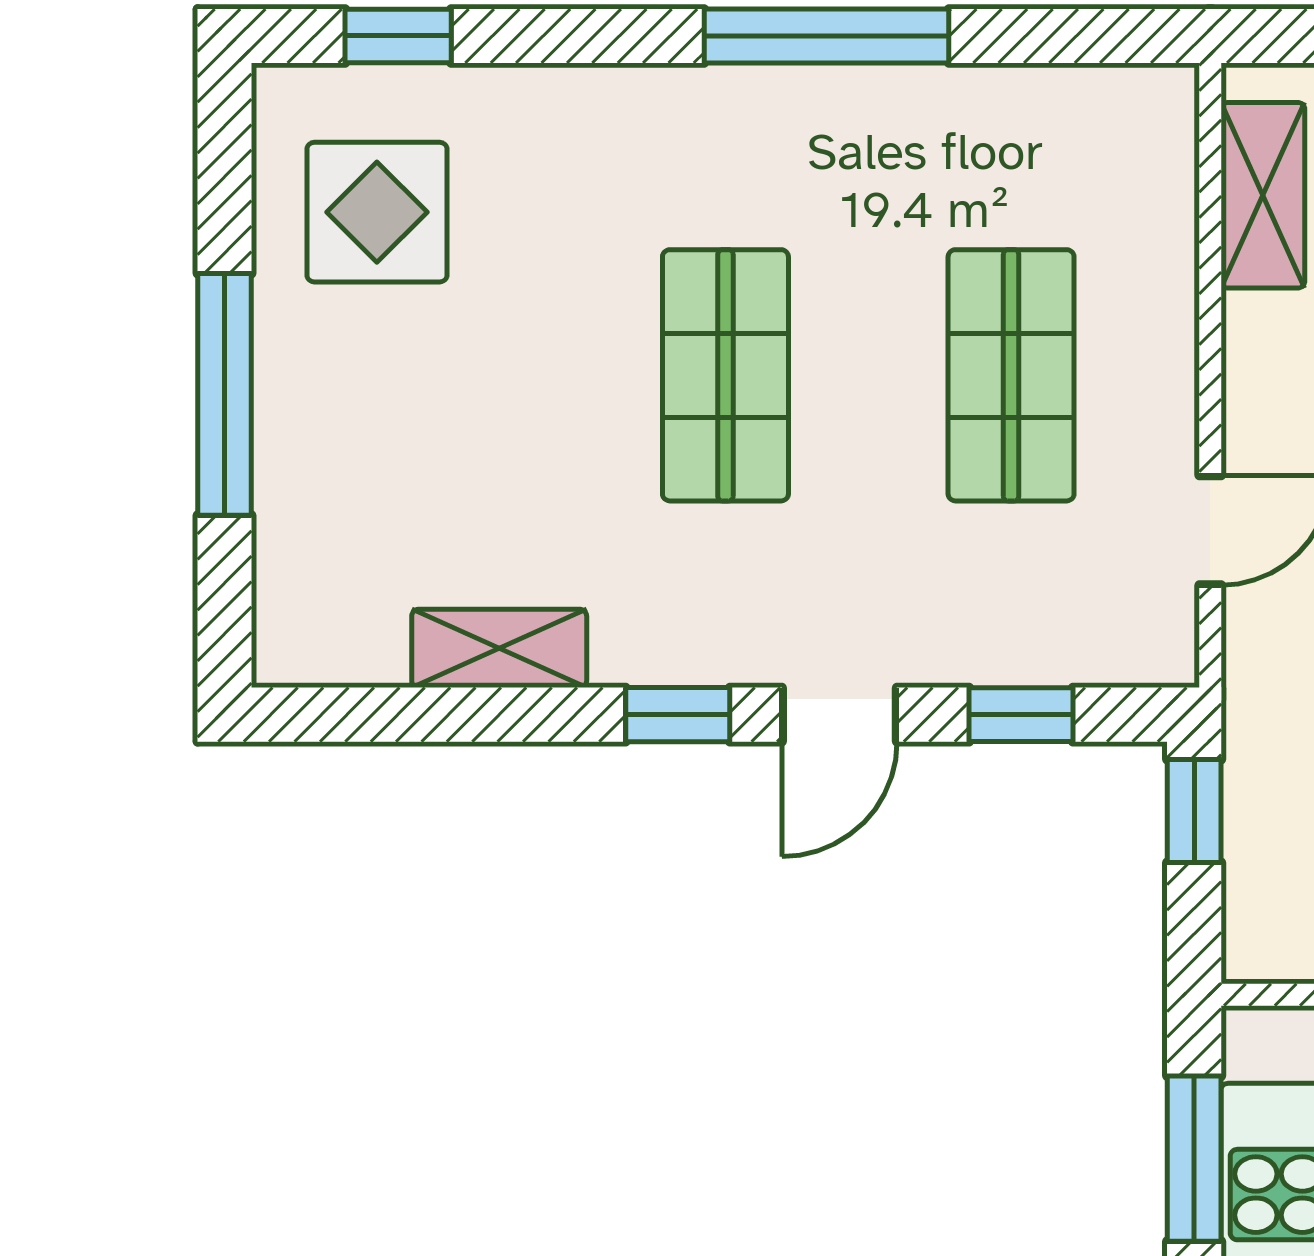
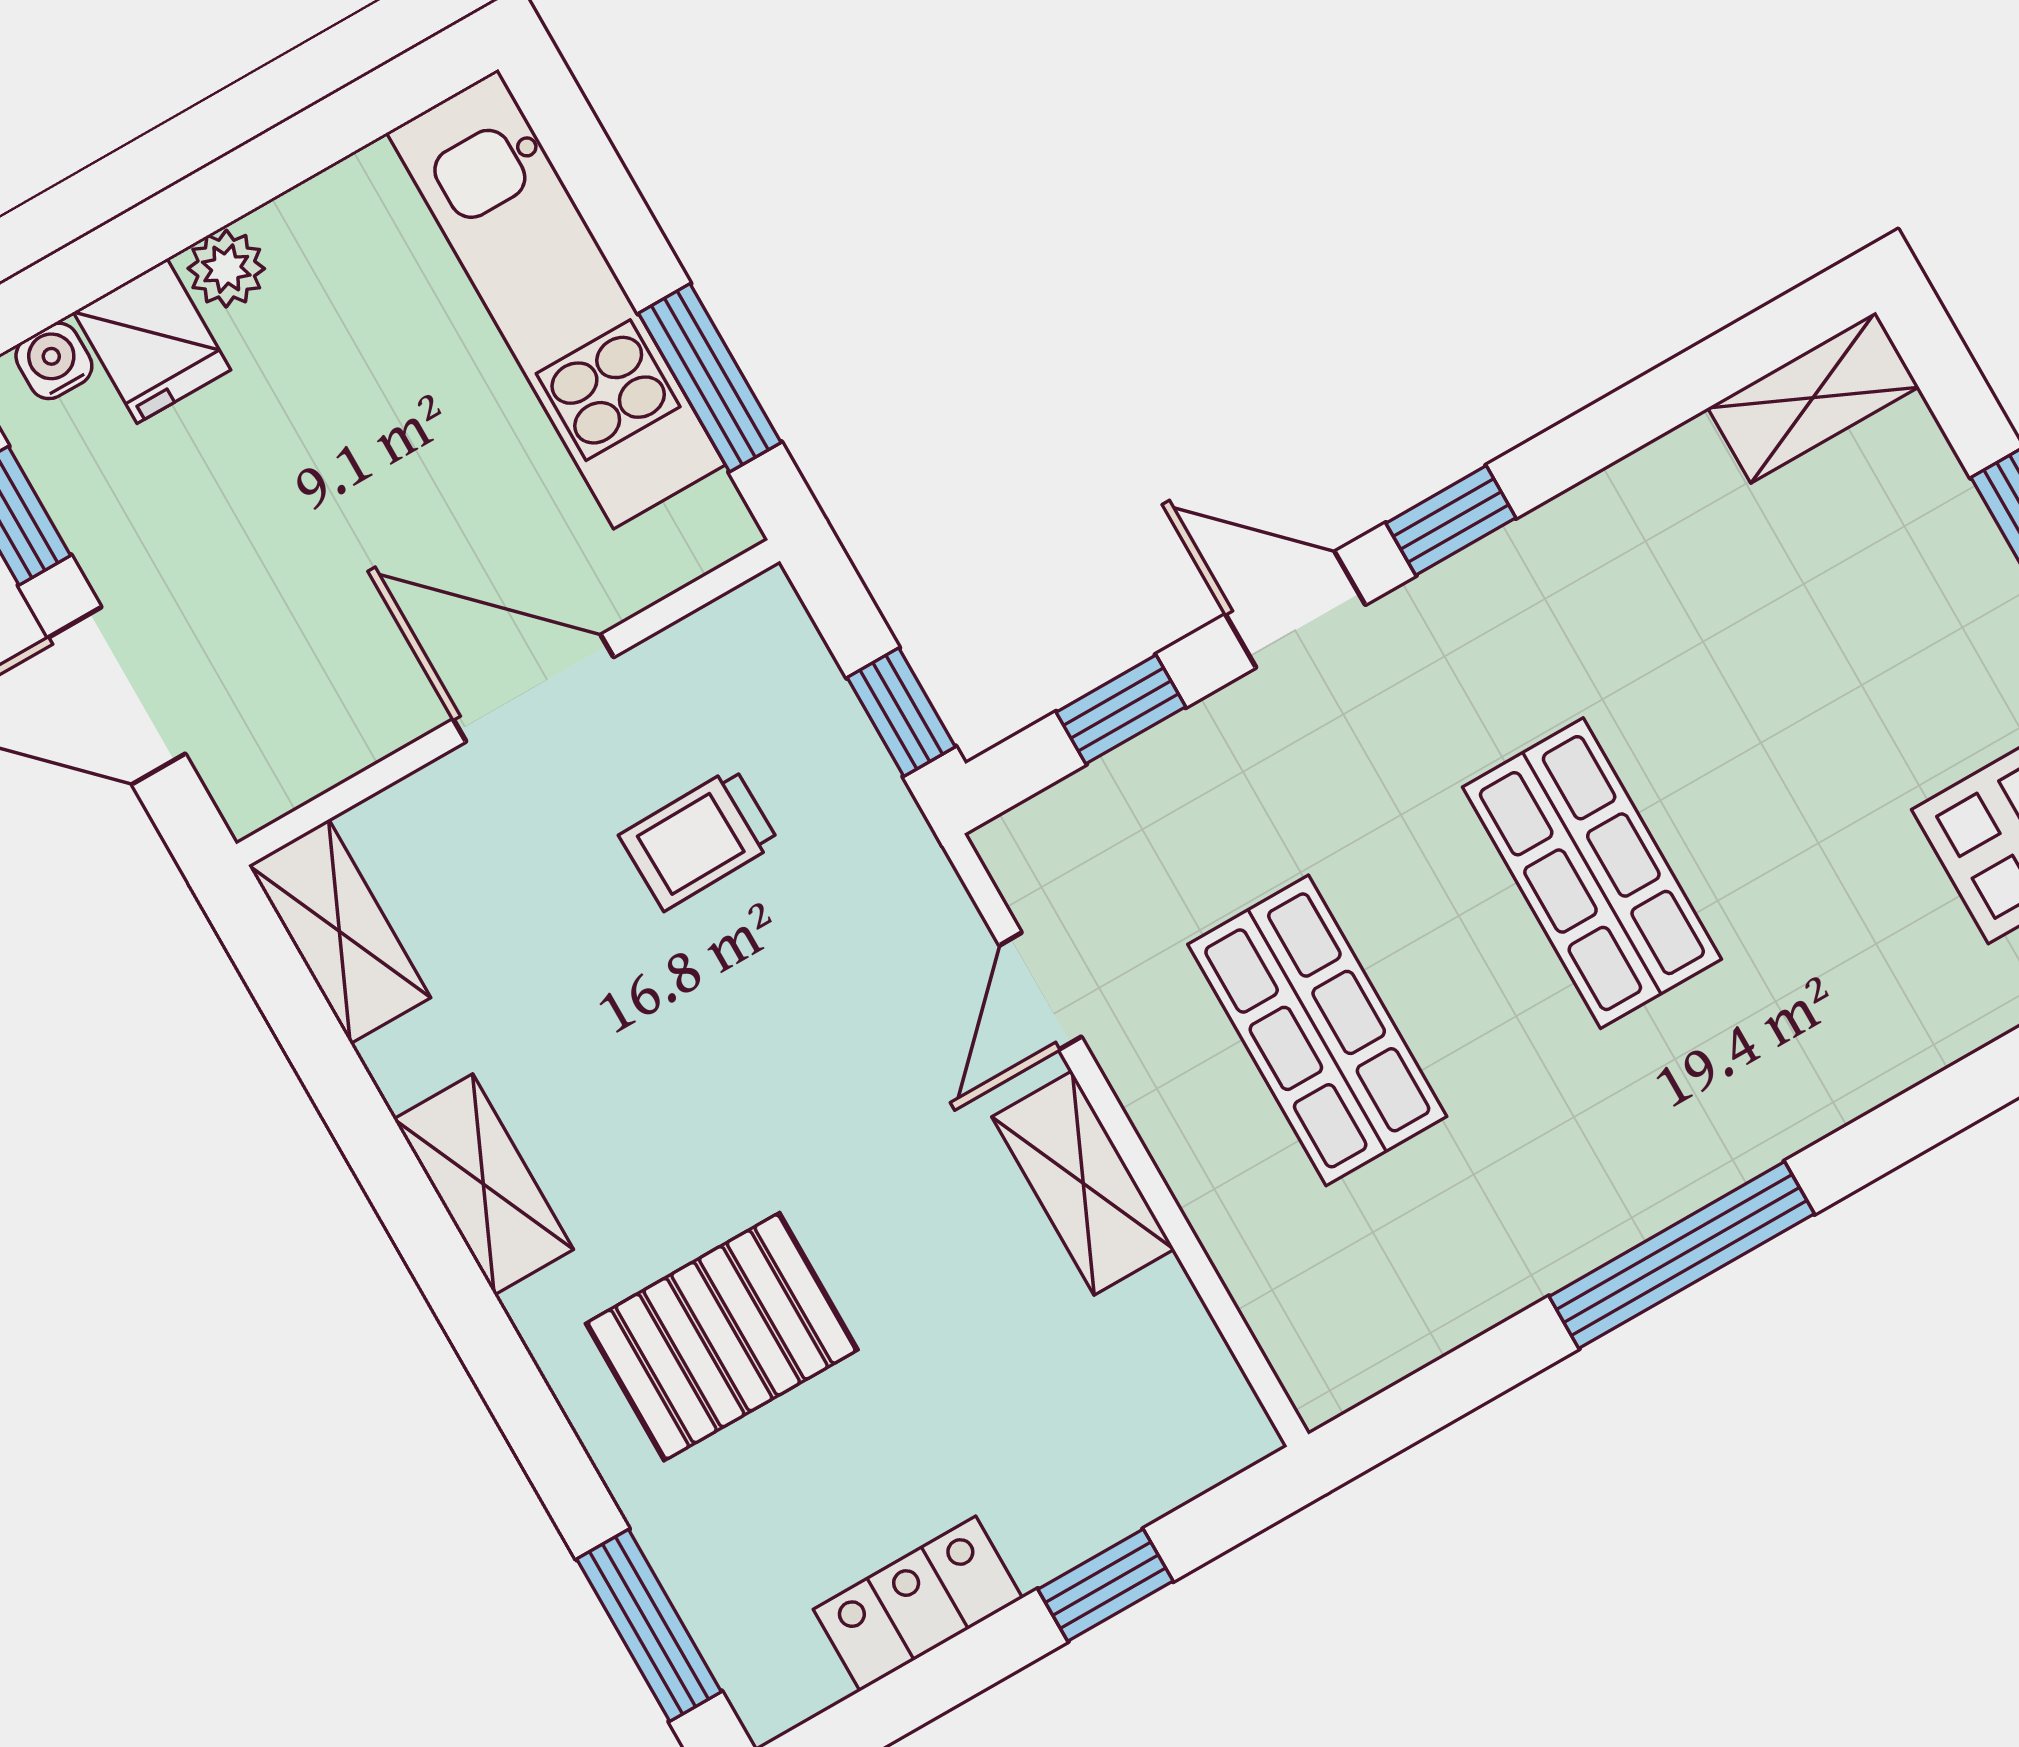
shelving: (1263, 195) -> (1083, 1183), moved
shelving: (499, 648) -> (1813, 397), moved
door: (839, 715) -> (1295, 609), hinge flipped

